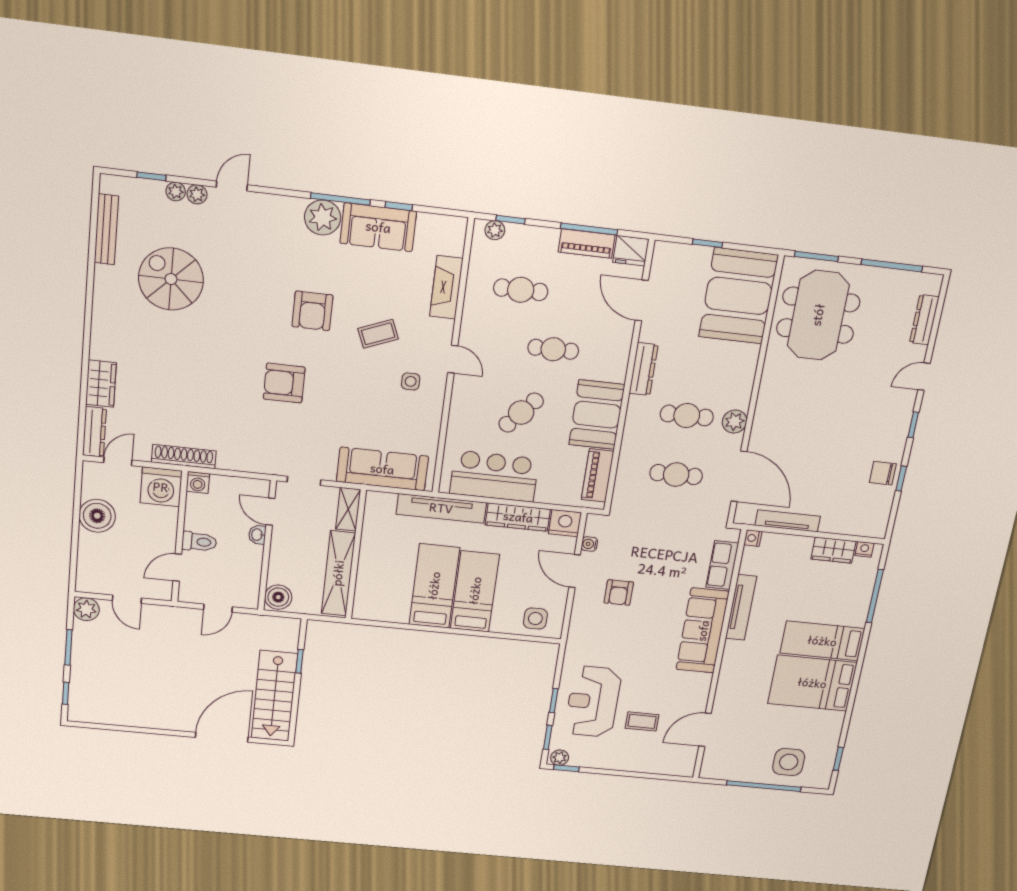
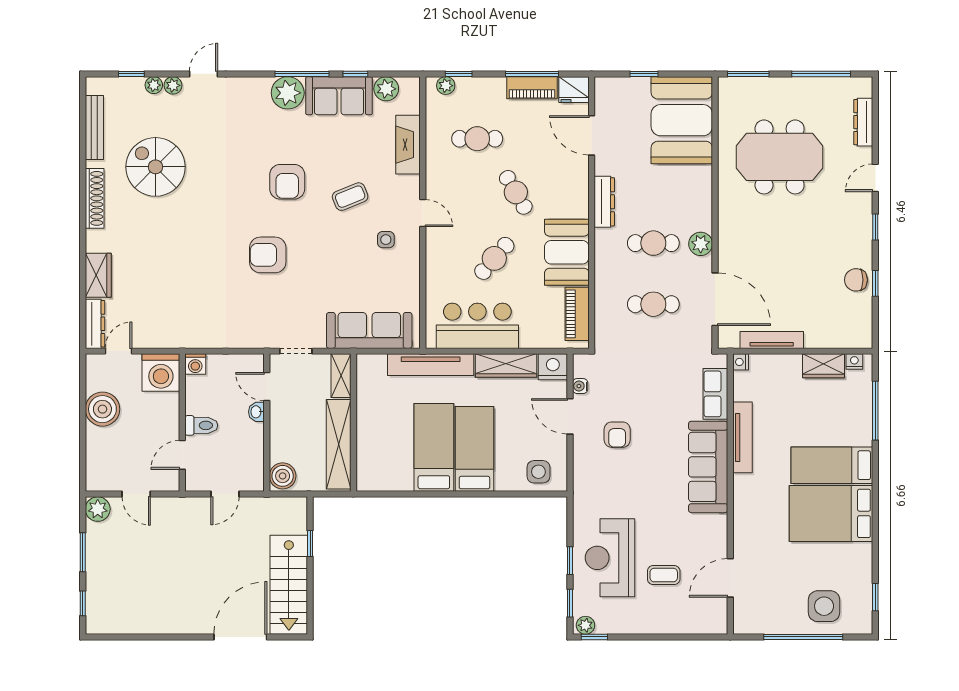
plant: (430, 226) -> (386, 89), added
meeting table: (818, 315) -> (780, 157), moved, turned 90
cafe table: (553, 349) -> (516, 192), turned 60
shoe rack: (184, 457) -> (95, 198), moved, turned 90

